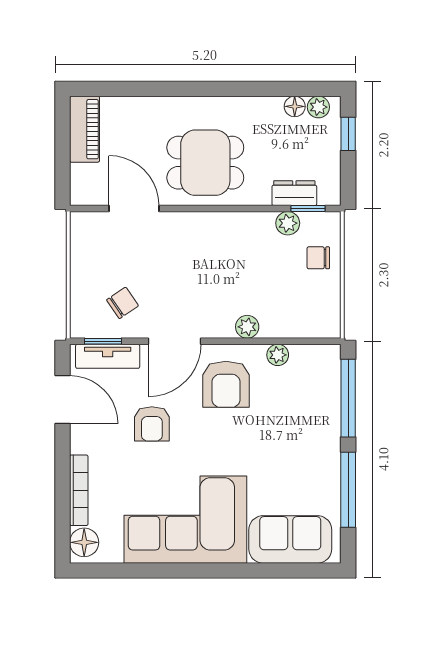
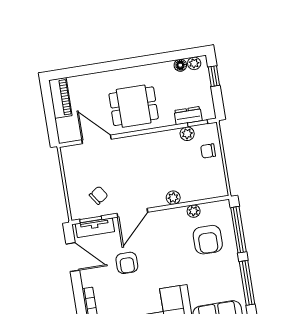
armchair: (226, 384) -> (208, 240), moved

